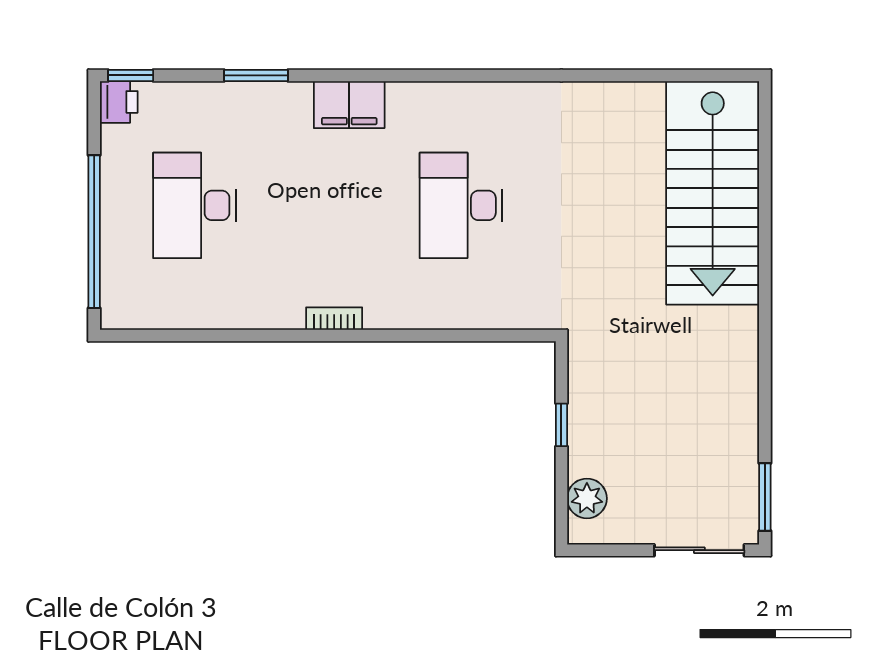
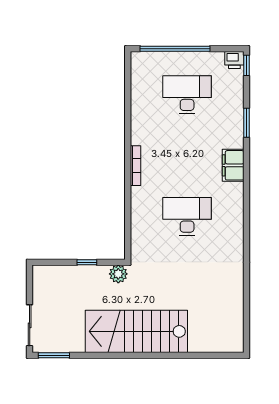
stairs: (713, 193) -> (136, 331), moved
bookcase: (334, 319) -> (135, 166), width x1.56
plant: (587, 498) -> (118, 274), moved

